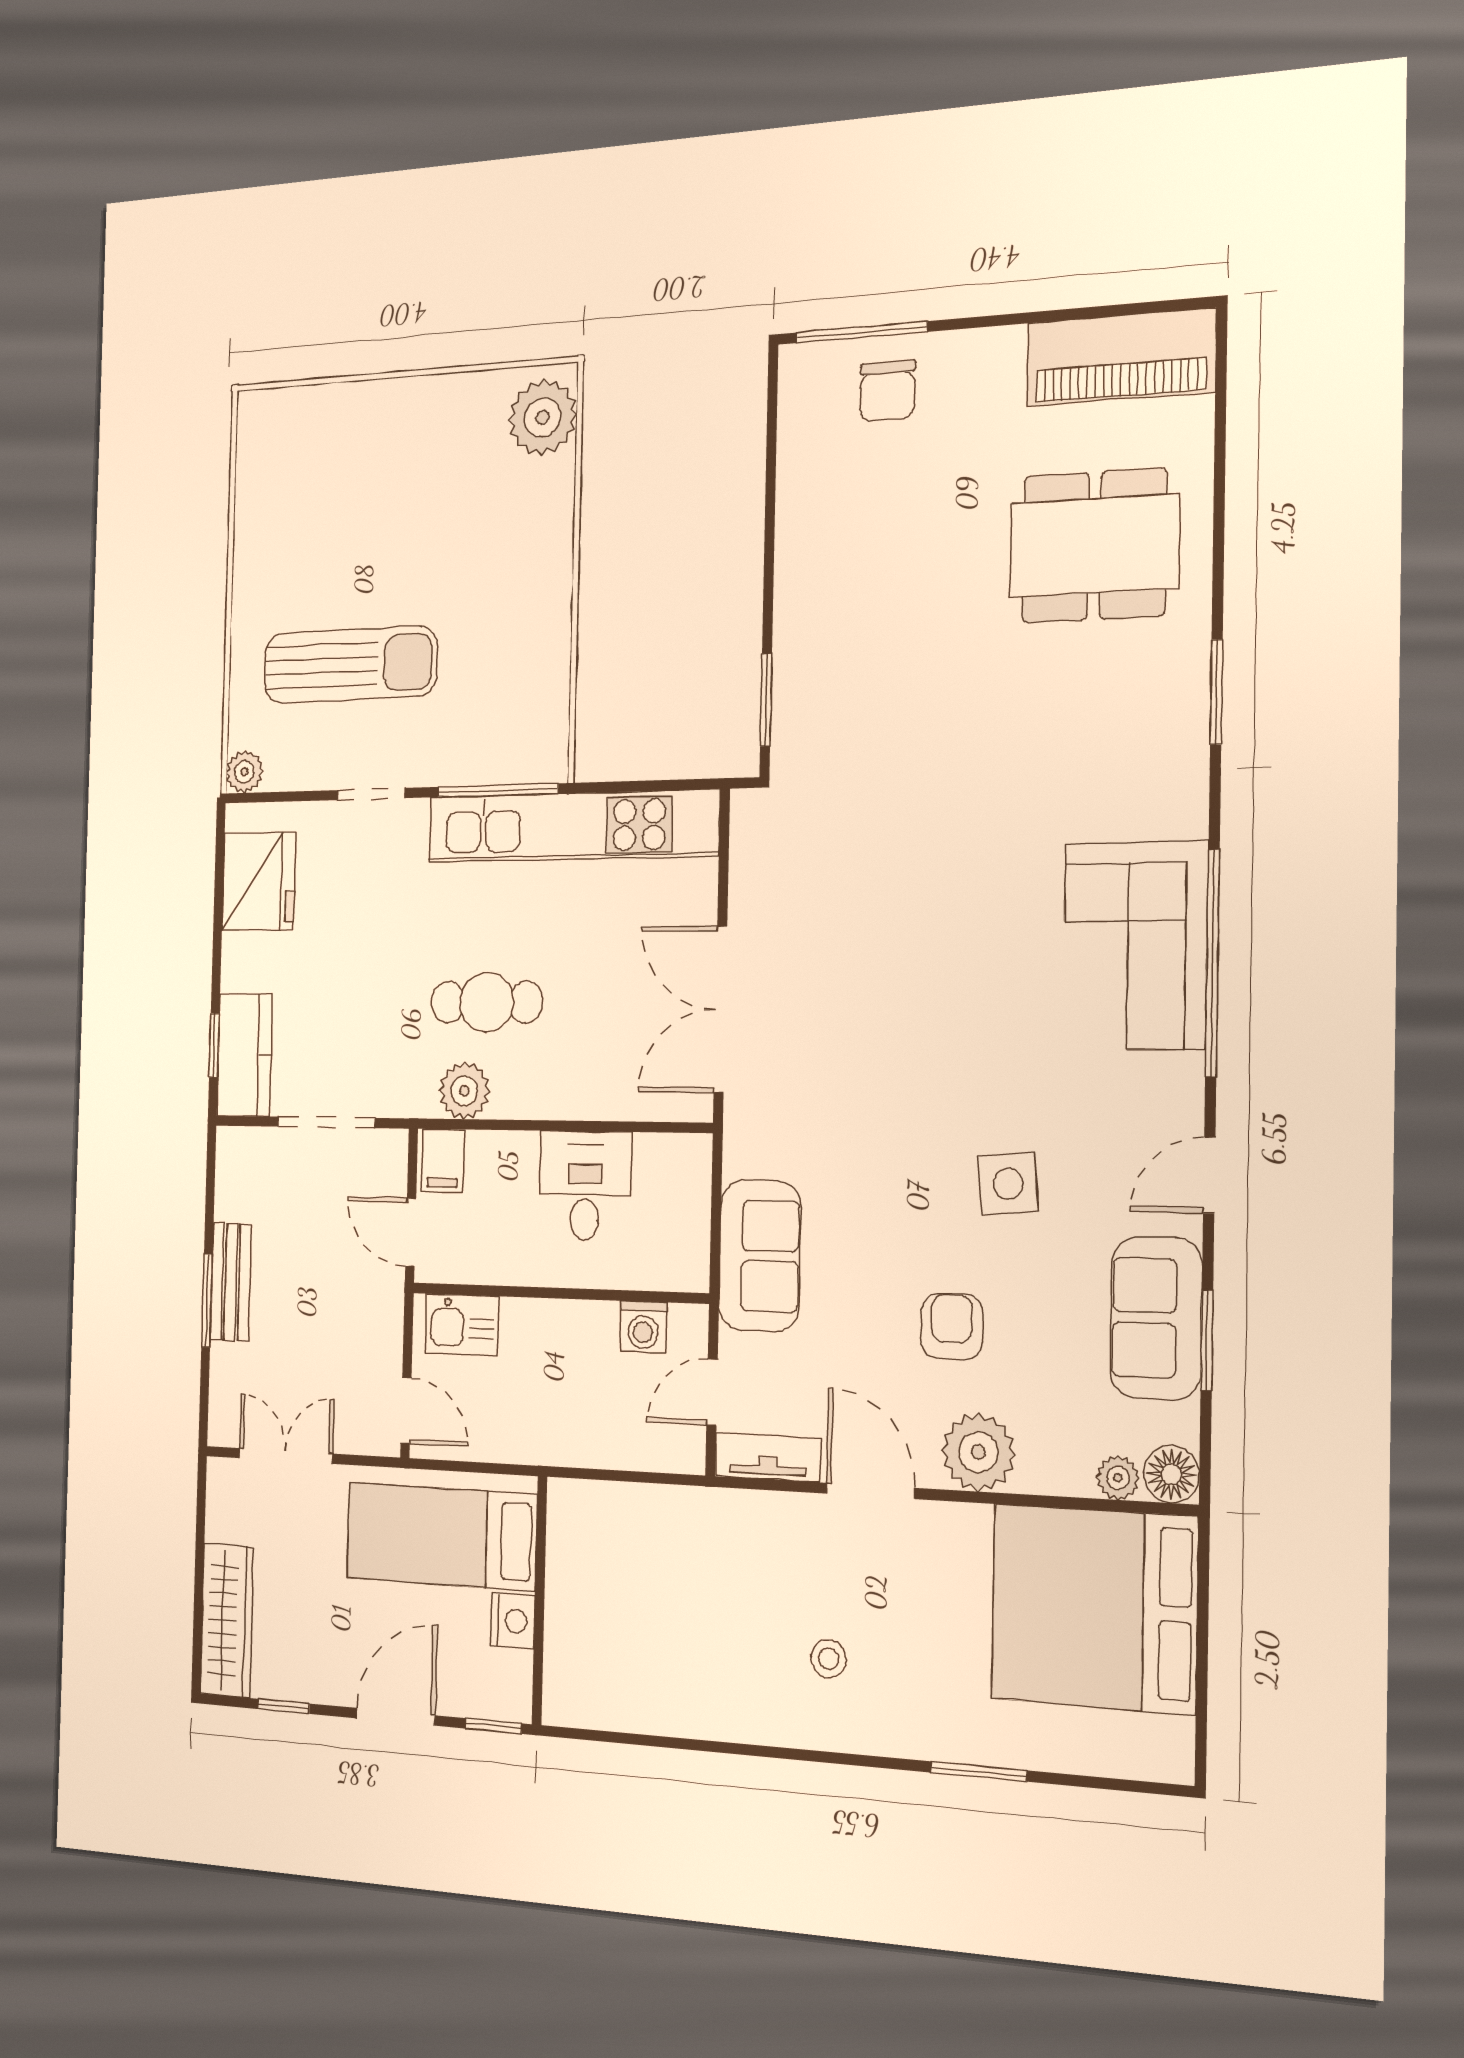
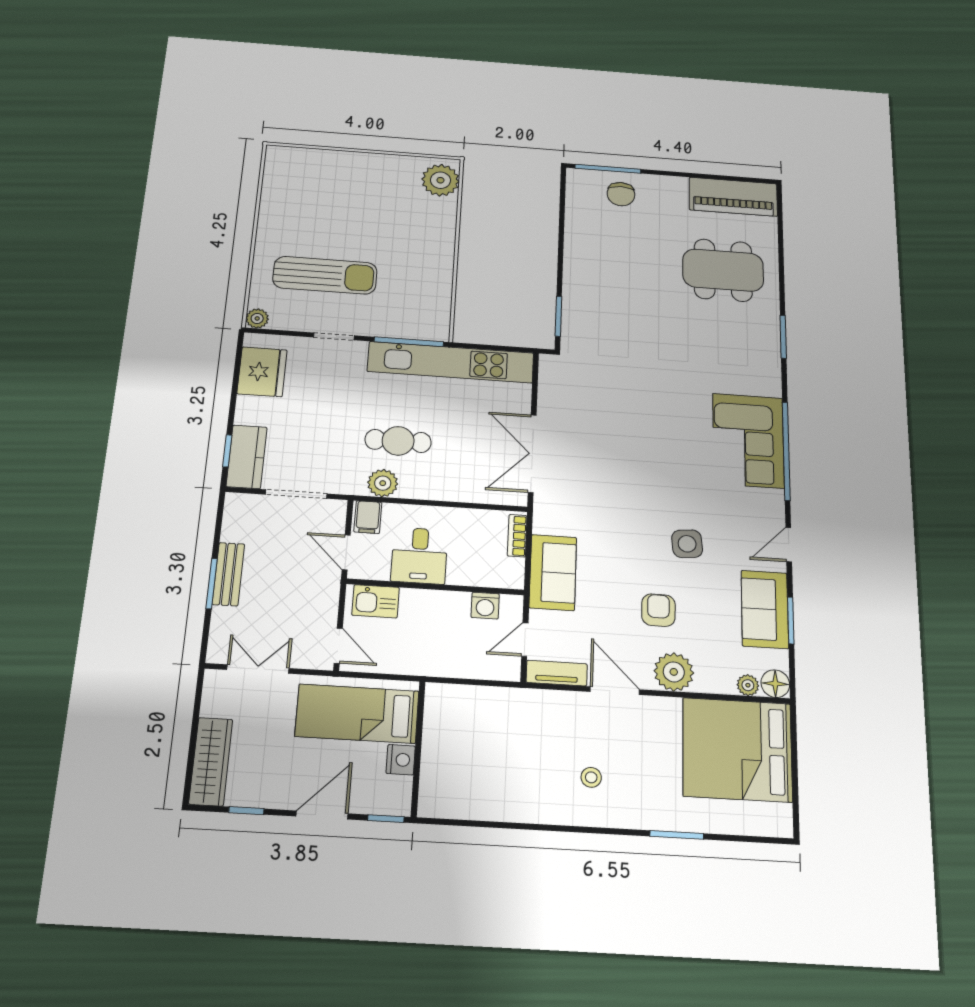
bookcase: (696, 1184) -> (517, 536), added
desk: (585, 1186) -> (419, 556), moved, turned 180

